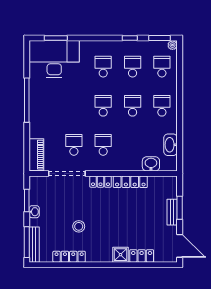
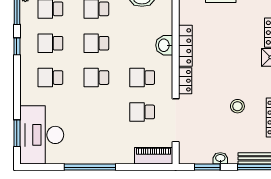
washbasin: (151, 164) -> (164, 45), moved

